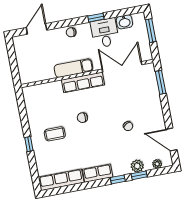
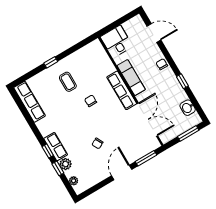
desk: (105, 33) -> (117, 42), moved, turned -90
door: (172, 140) -> (122, 173), moved
row of seats: (98, 173) -> (56, 147), moved

